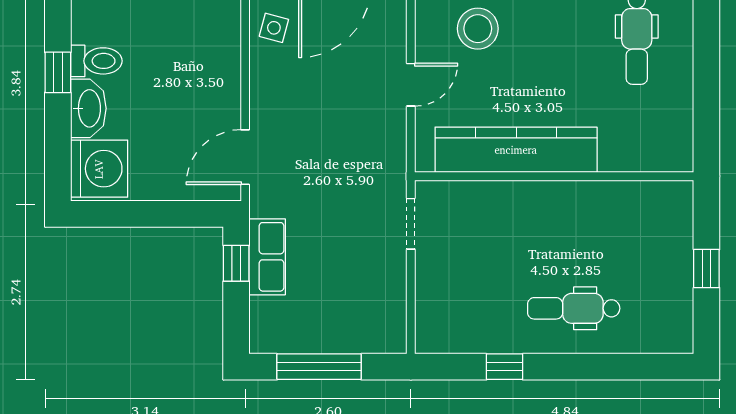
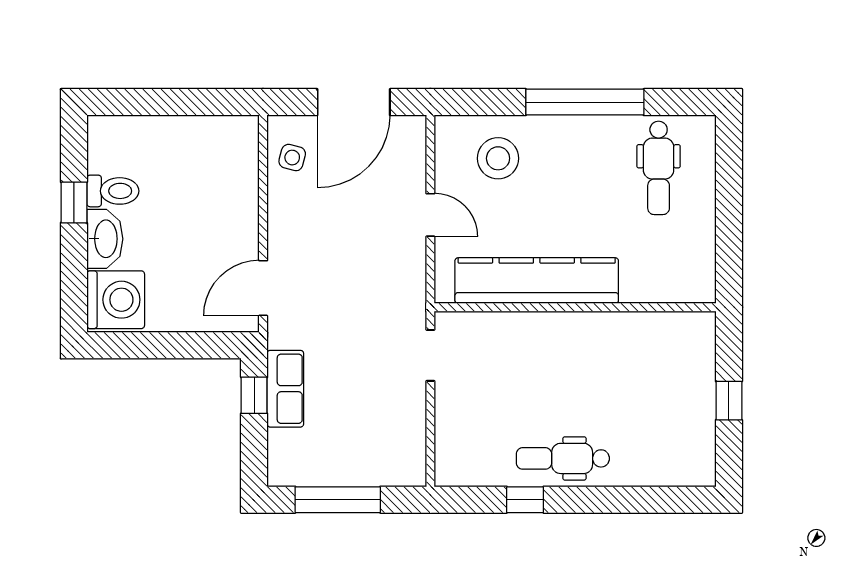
door: (411, 85) -> (430, 215), hinge flipped
dental chair: (574, 308) -> (563, 458), moved

